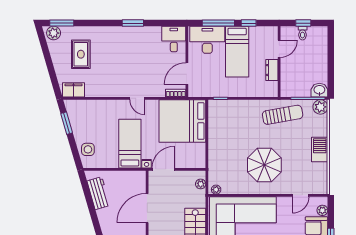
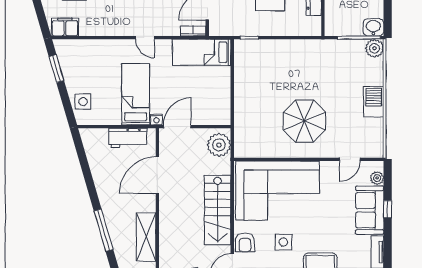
sun lounger: (283, 115) -> (327, 58), removed
bed: (182, 121) -> (202, 52), width x0.49
plant: (201, 184) -> (219, 145), width x1.88, depth x1.88
plant: (216, 190) -> (244, 152), removed
workbench: (98, 193) -> (128, 138), moved, turned 106

